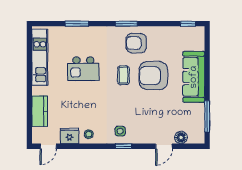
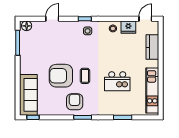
armchair: (136, 43) -> (75, 102), turned -90
kitchen island: (83, 69) -> (117, 81), turned 180
armchair: (153, 76) -> (61, 76), turned 180
sofa: (194, 77) -> (28, 95), moved
floor lamp: (181, 138) -> (27, 26), moved

